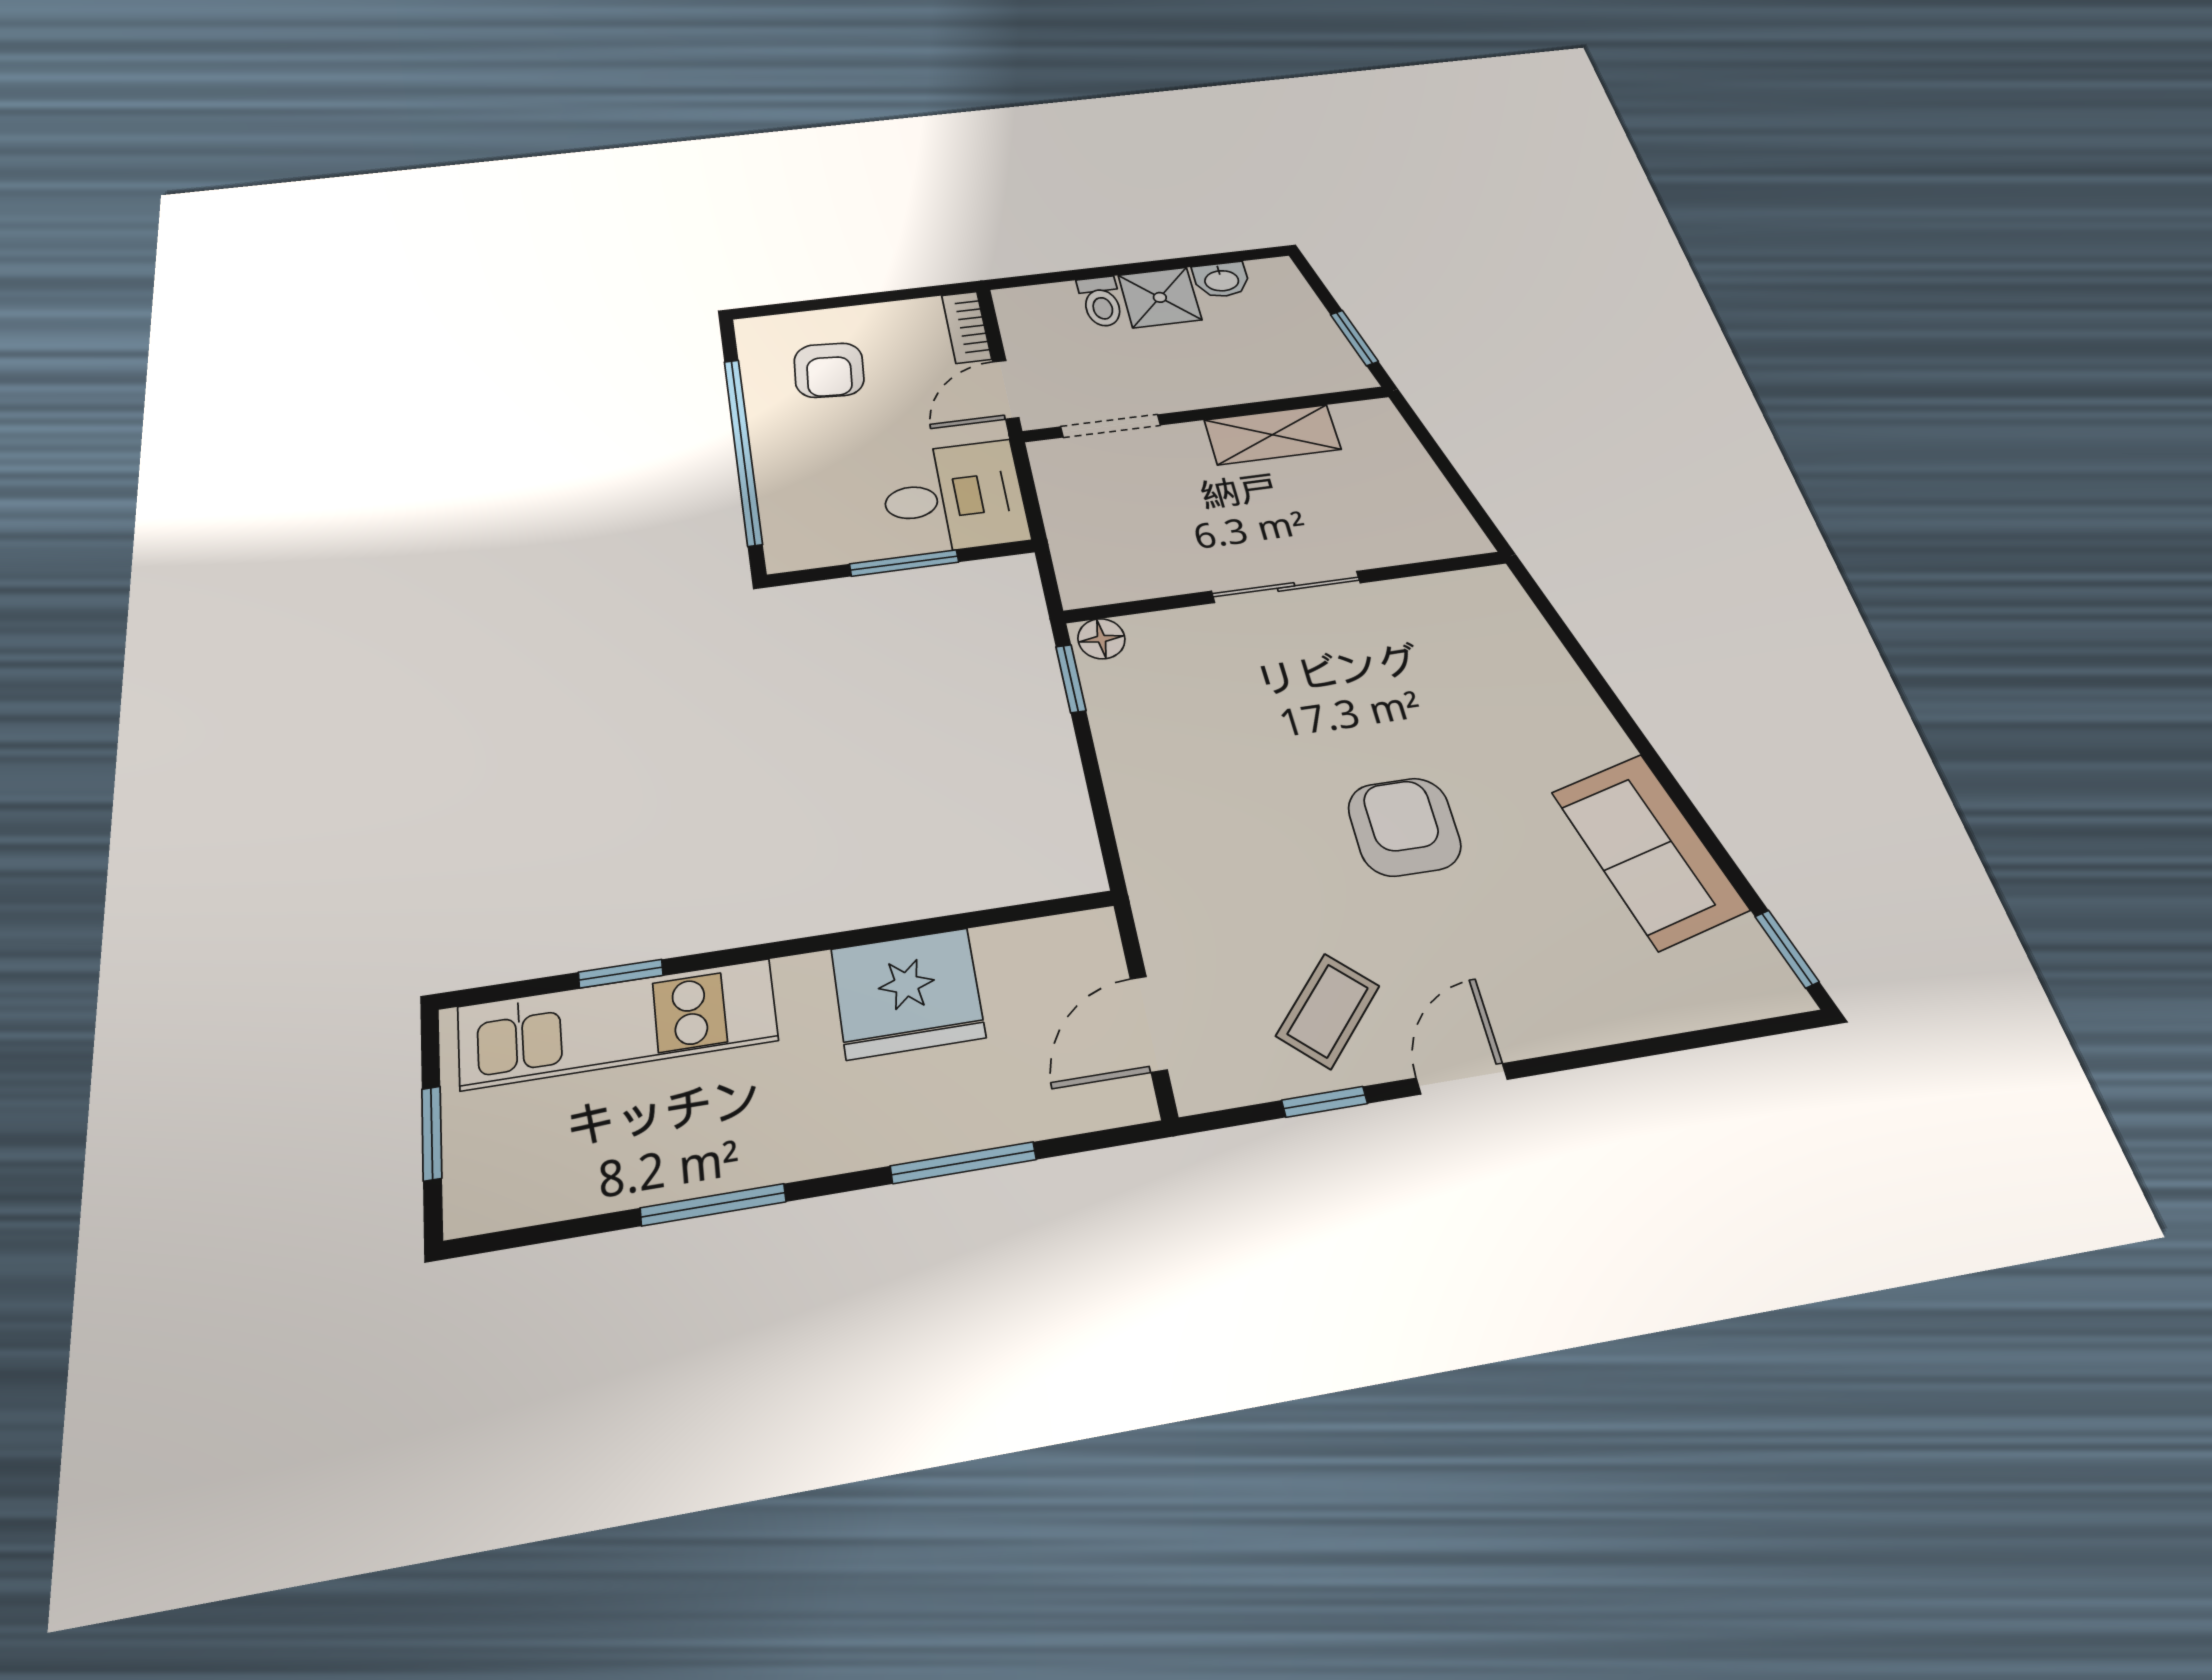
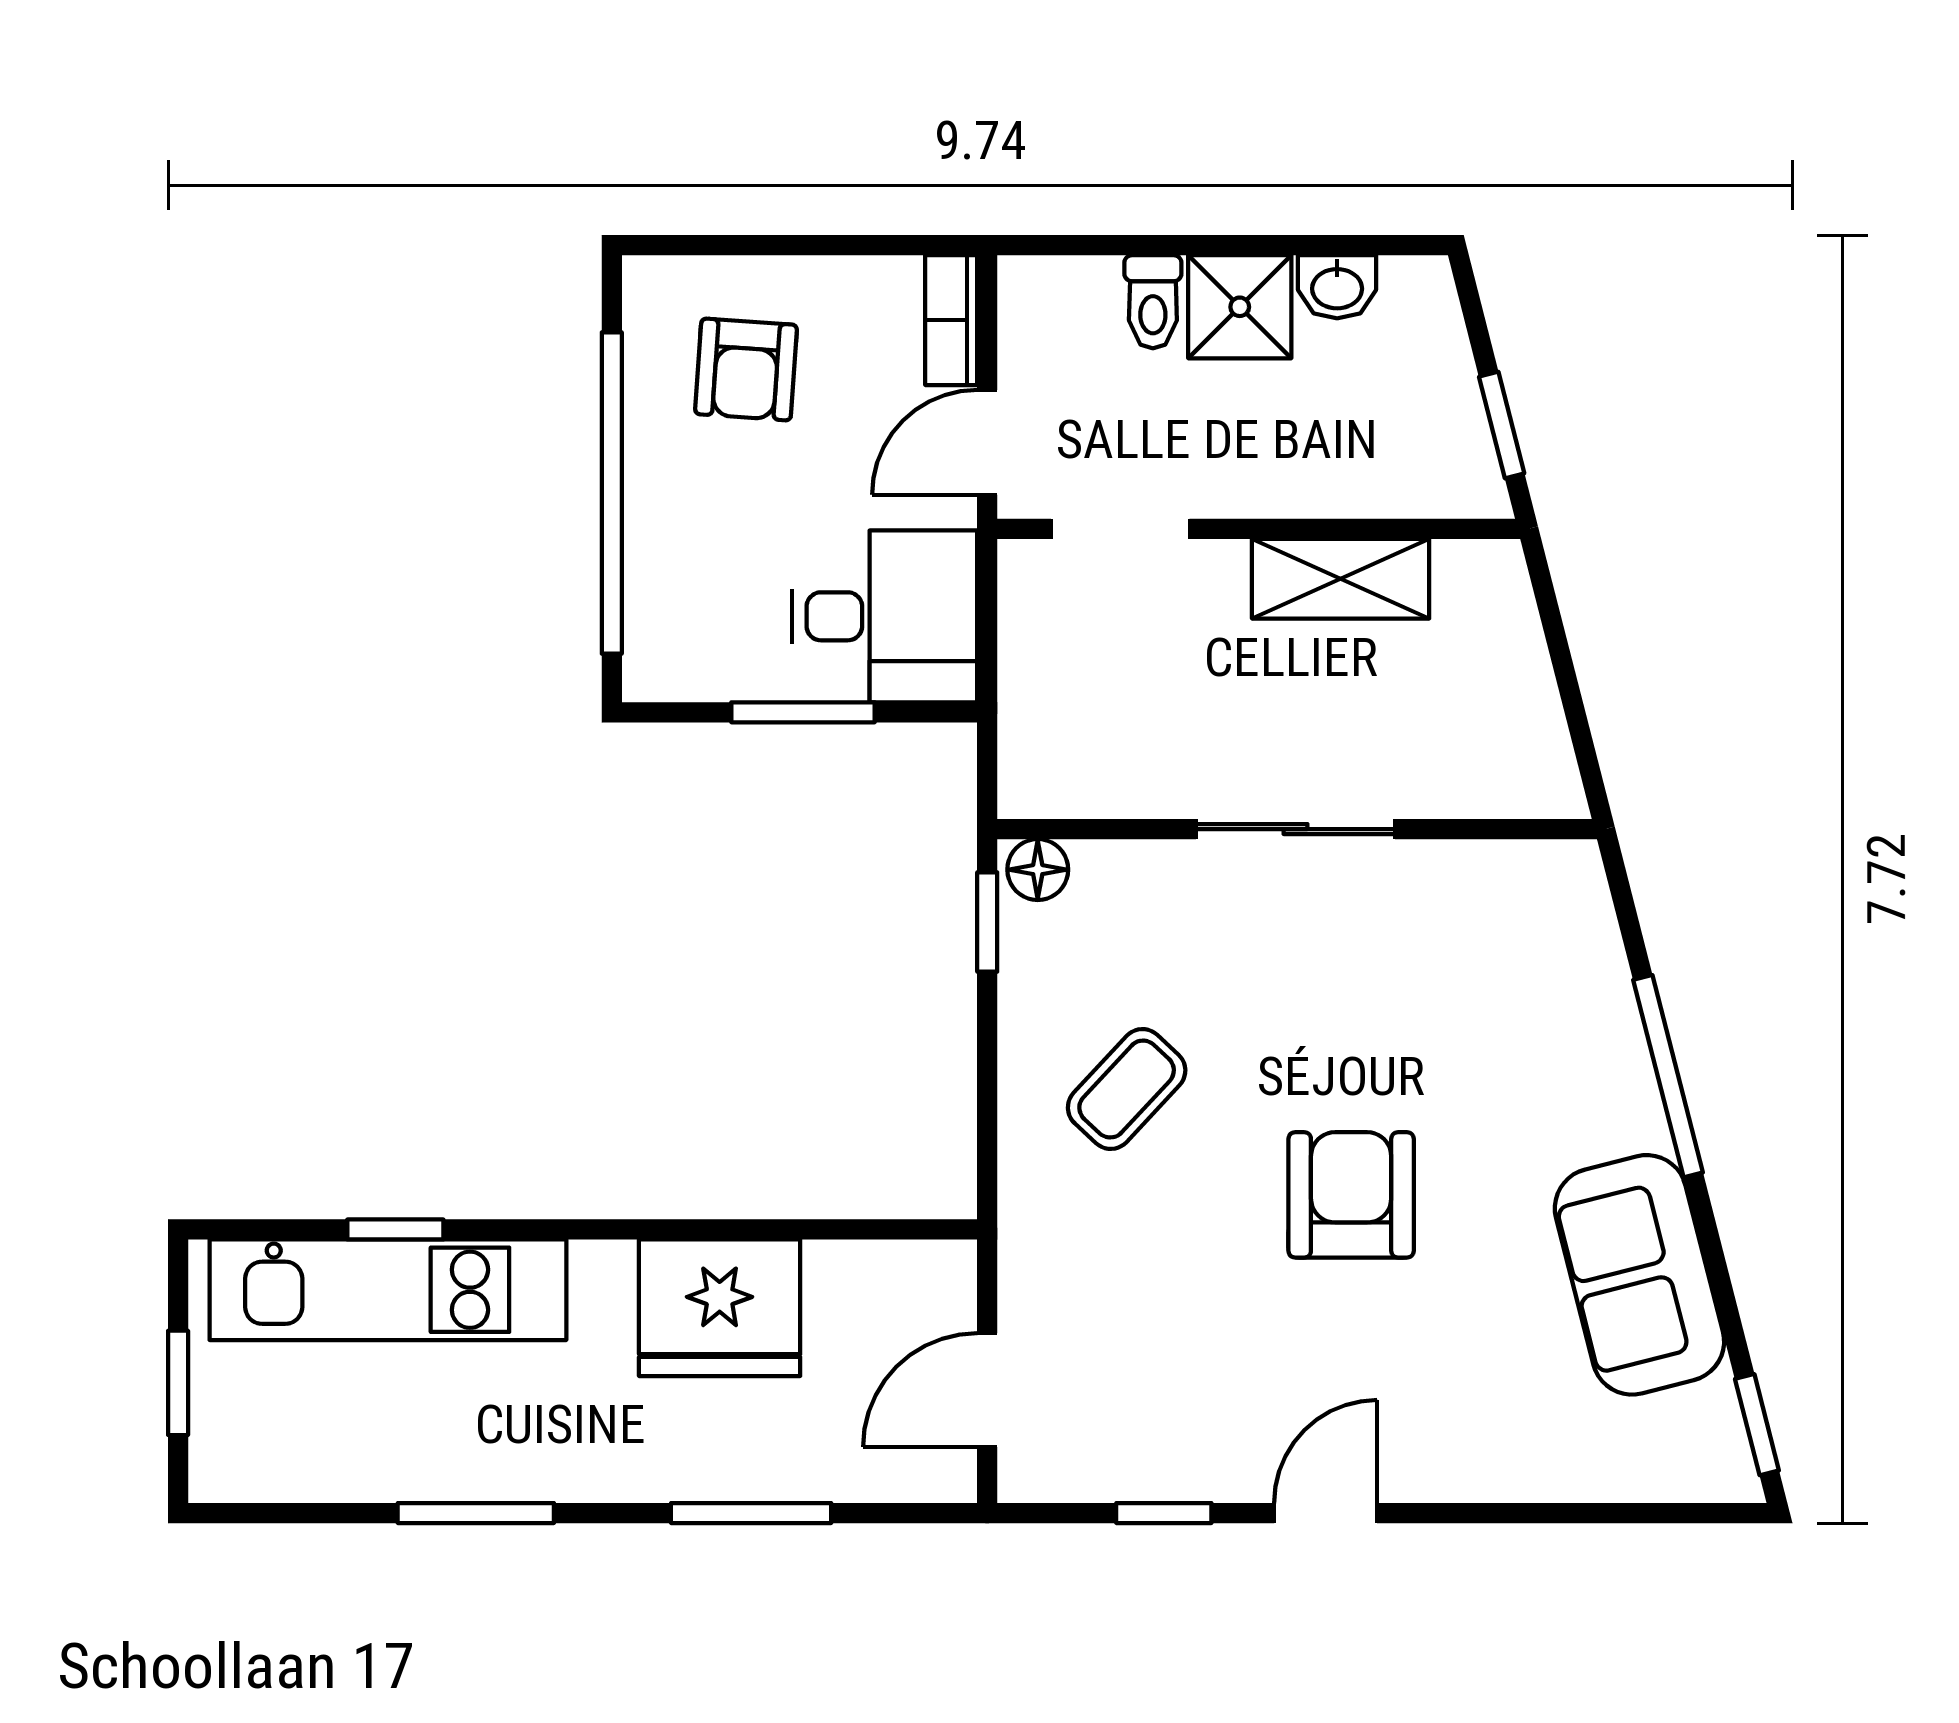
window: (1616, 708) -> (1668, 1076), added
coffee table: (1328, 1011) -> (1127, 1089), moved

